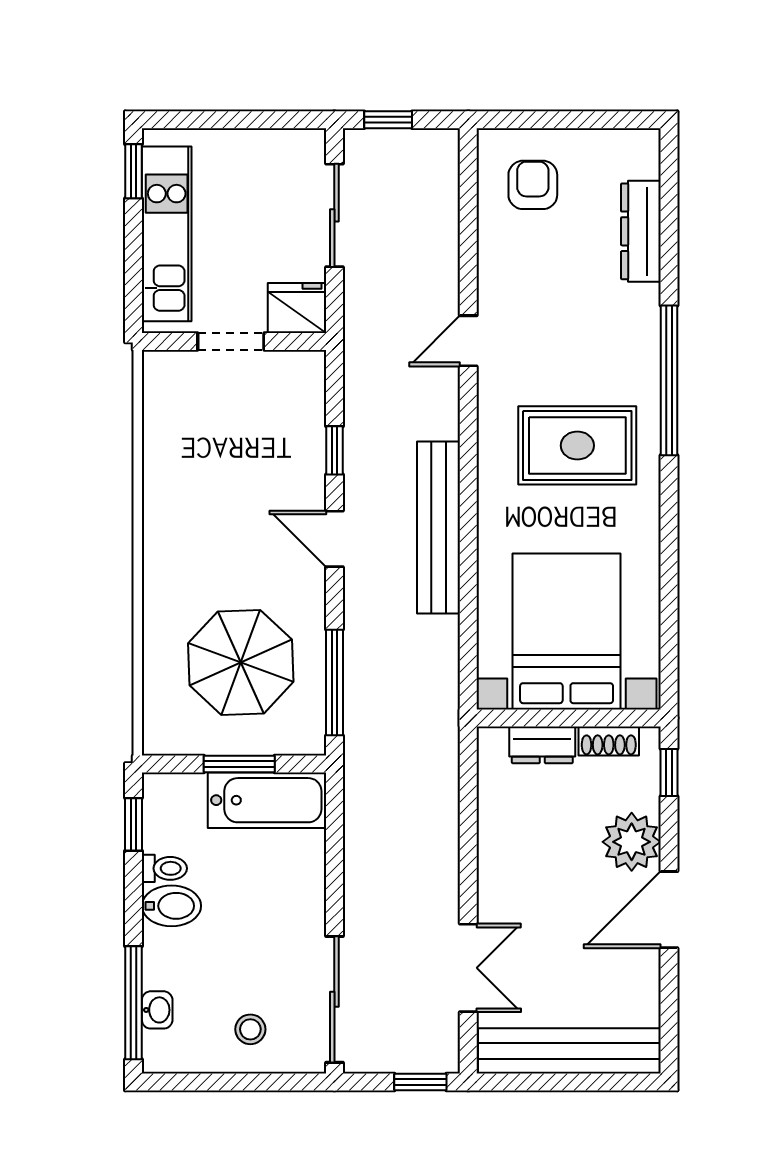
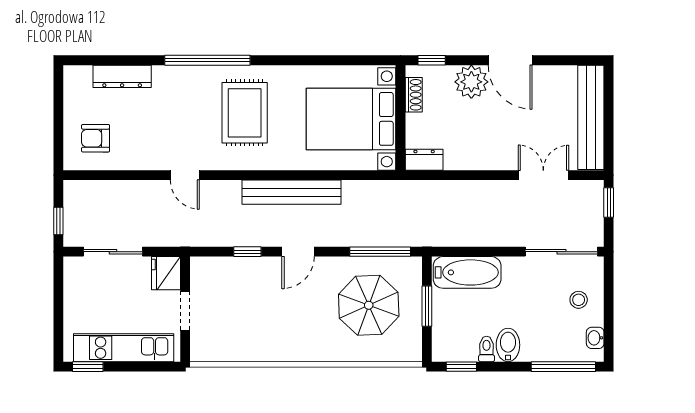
dresser: (542, 745) -> (424, 160), moved, turned -90
bathtub: (267, 800) -> (467, 272), moved, turned 90
washbasin: (157, 1010) -> (595, 338), moved, turned -90

